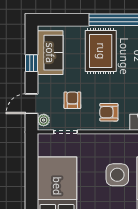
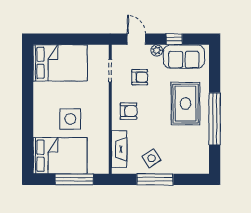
rug: (101, 51) -> (185, 104), turned 90
armchair: (109, 112) -> (129, 111), turned 90
plant: (44, 120) -> (157, 50), moved

